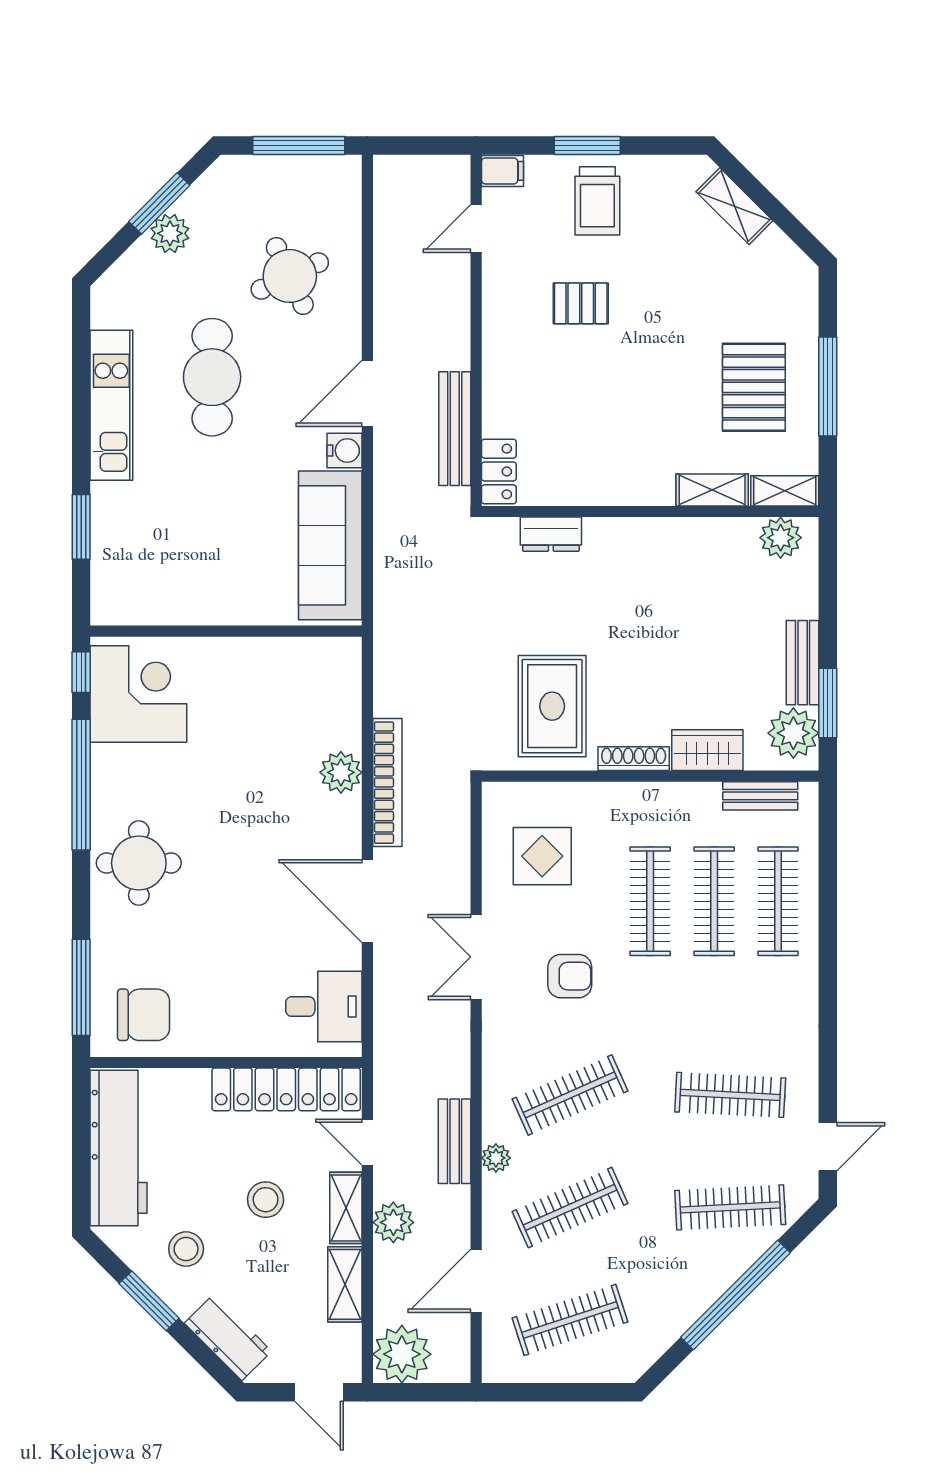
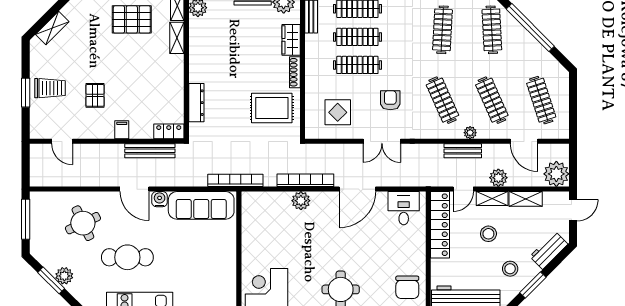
filing cabinet: (502, 171) -> (122, 130), moved
dresser: (551, 534) -> (196, 103), width x1.44
bookcase: (387, 623) -> (235, 180), added
chair: (144, 1015) -> (407, 287), turned 180

